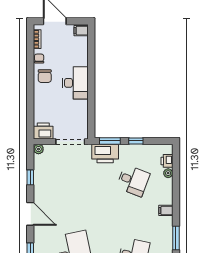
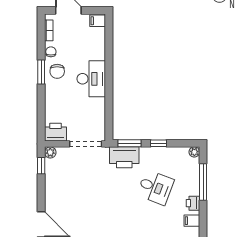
window: (30, 77) -> (41, 72), added
printer: (167, 161) -> (193, 203), moved
plant: (168, 173) -> (194, 152), moved
window: (176, 176) -> (203, 182), added
window: (30, 177) -> (41, 166), moved

